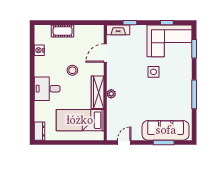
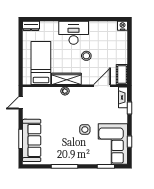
cot: (63, 31) -> (122, 74), moved
nightstand: (39, 50) -> (123, 26), moved
door: (105, 53) -> (102, 86), hinge flipped
desk: (47, 89) -> (74, 33), width x1.37
door: (124, 143) -> (21, 103), swing flipped

